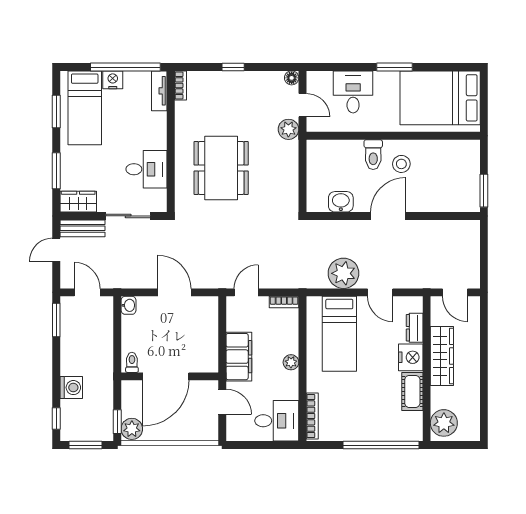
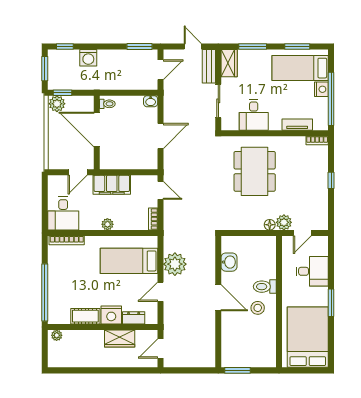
floor lamp: (292, 78) -> (270, 225), moved
tv unit: (159, 91) -> (297, 125), moved
dining table: (221, 168) -> (255, 171), turned 90
wardrobe: (442, 356) -> (120, 339), width x0.67
plant: (444, 423) -> (57, 335), width x0.53, depth x0.53

